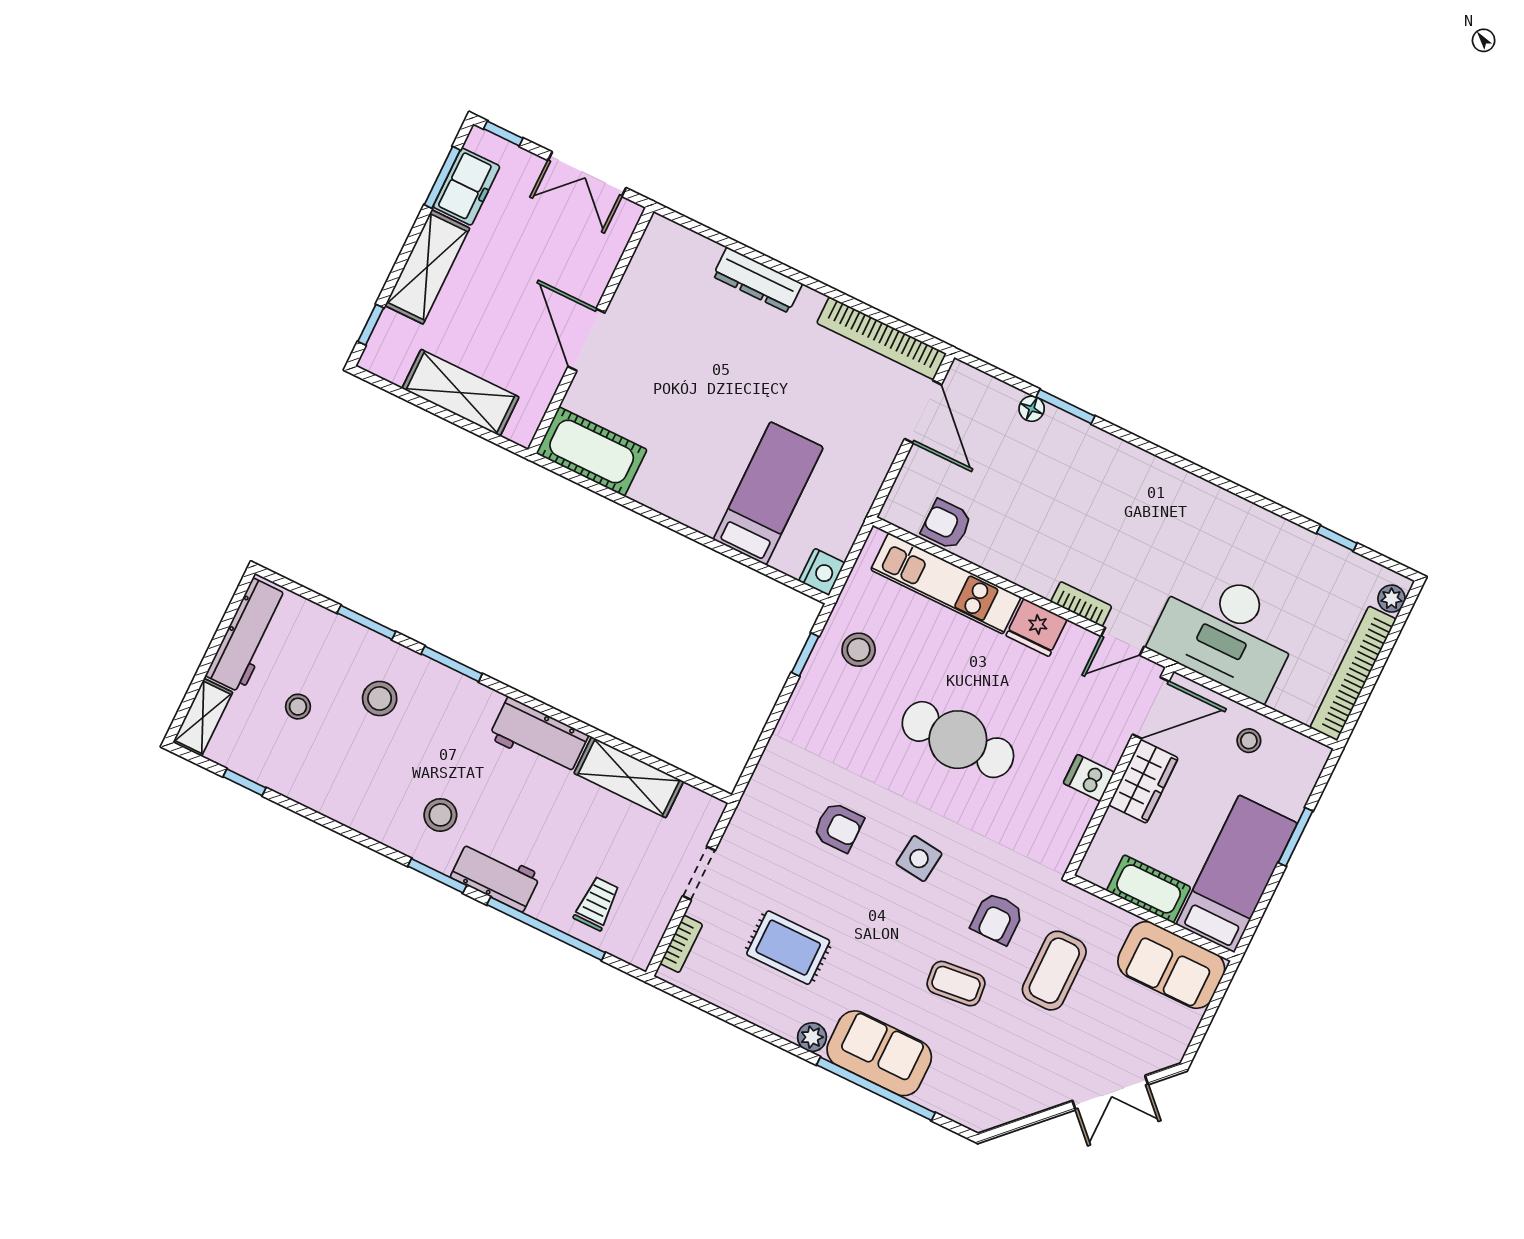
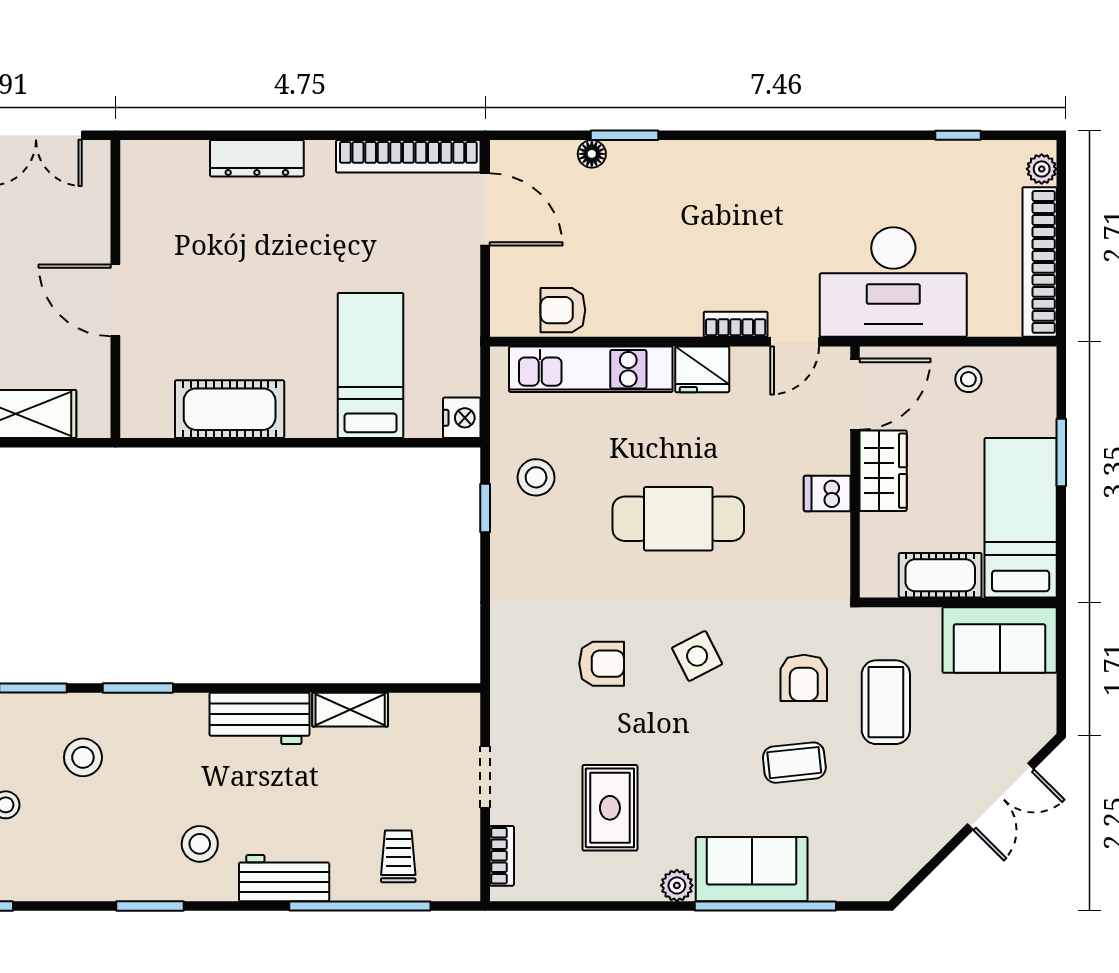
cot: (592, 451) -> (230, 409), moved
shelving: (629, 777) -> (350, 710), width x0.67, depth x0.75
side table: (919, 859) -> (697, 656), turned -34
window: (437, 876) -> (150, 906), moved
rug: (788, 948) -> (610, 808), turned 90

